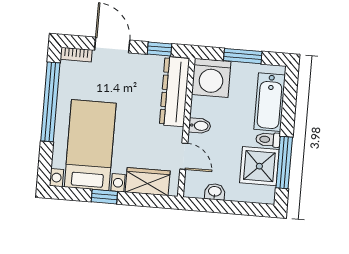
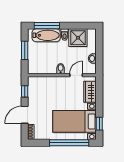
washing machine: (211, 78) -> (37, 65), removed
dresser: (174, 92) -> (45, 82), removed
window: (50, 102) -> (69, 143), moved
window: (284, 163) -> (47, 26), moved
window: (104, 197) -> (99, 124), moved

